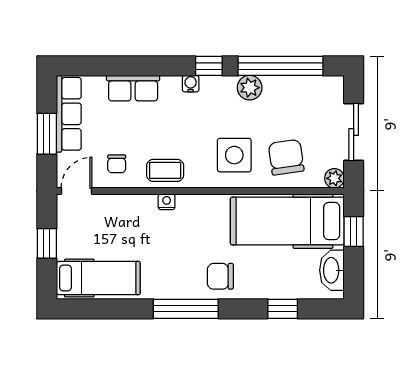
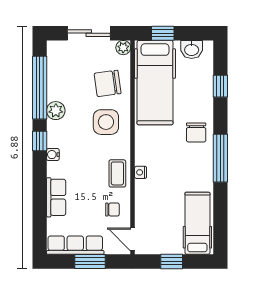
washbasin: (332, 270) -> (192, 49), width x0.72

